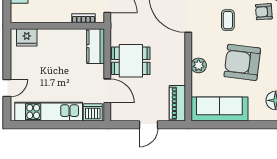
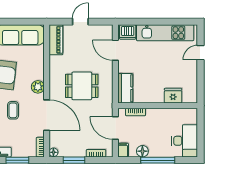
fridge: (27, 37) -> (173, 96), moved
dining table: (131, 61) -> (82, 86), moved
plant: (199, 65) -> (38, 87), moved

